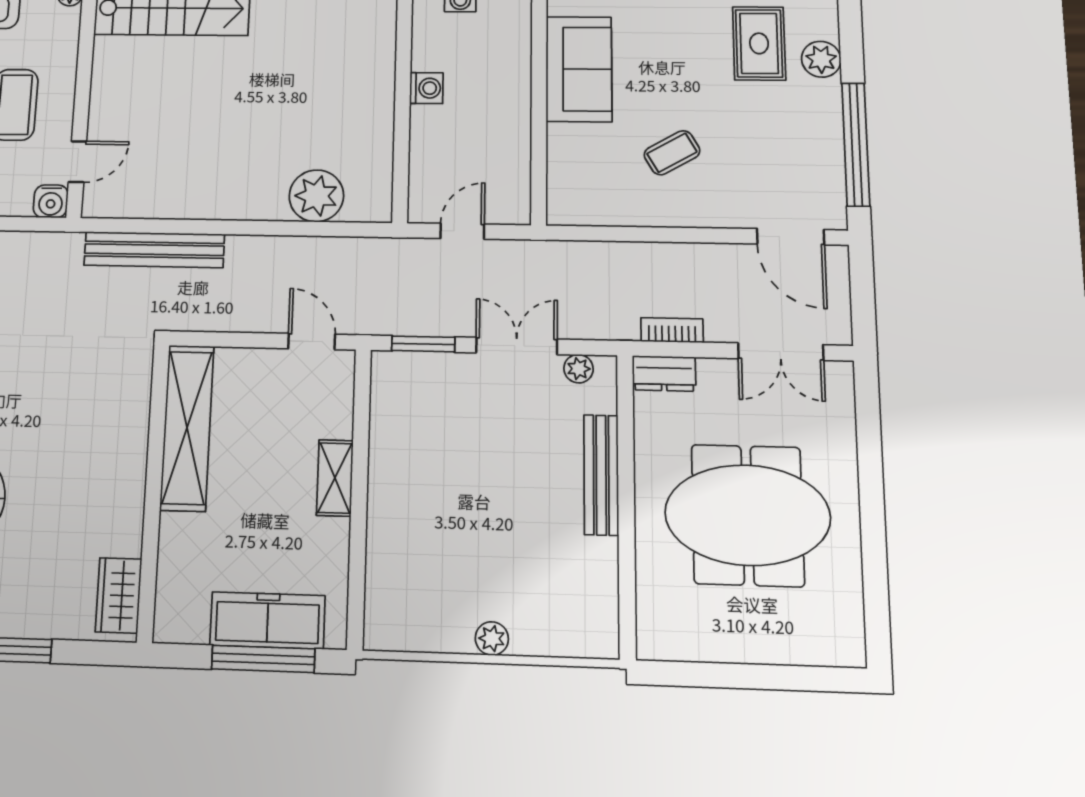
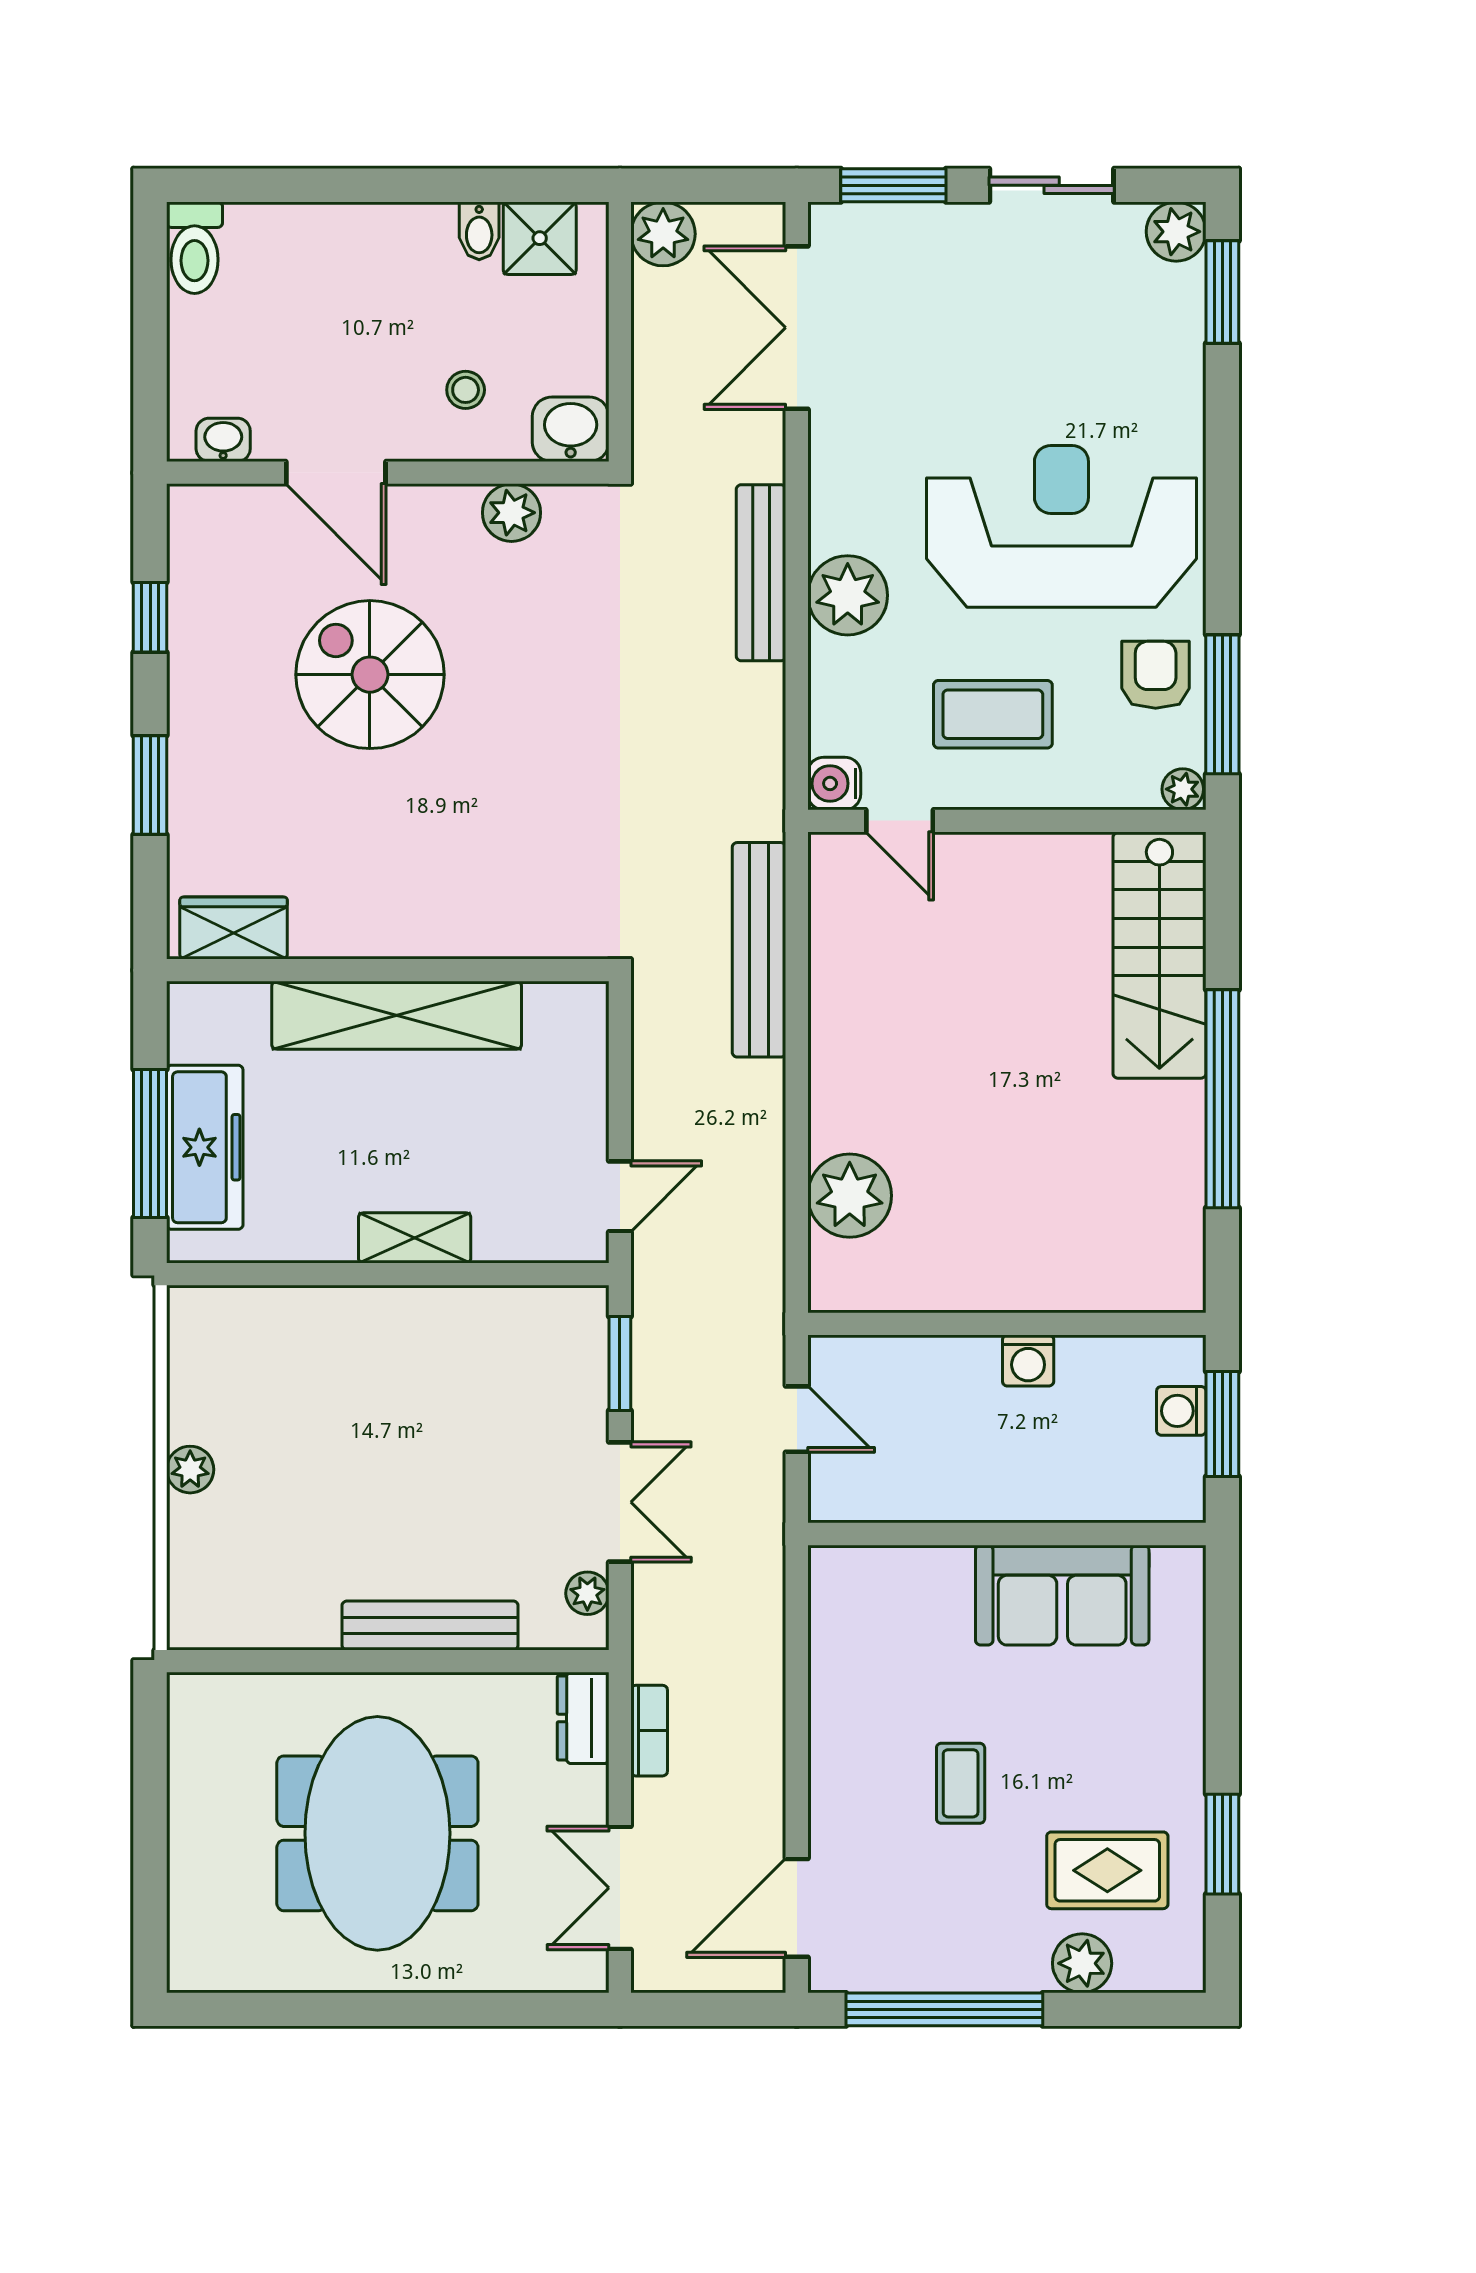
coffee table: (672, 153) -> (961, 1783), moved, turned 30
shelving: (187, 428) -> (397, 1015), moved

